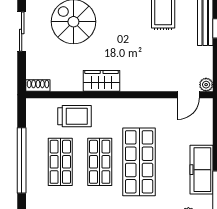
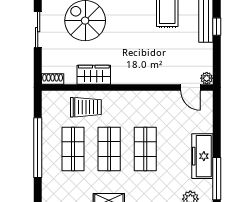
wardrobe: (102, 81) -> (94, 75), moved
door: (188, 95) -> (190, 87), hinge flipped
shop shelf: (139, 162) -> (145, 149), width x0.70, depth x0.74

